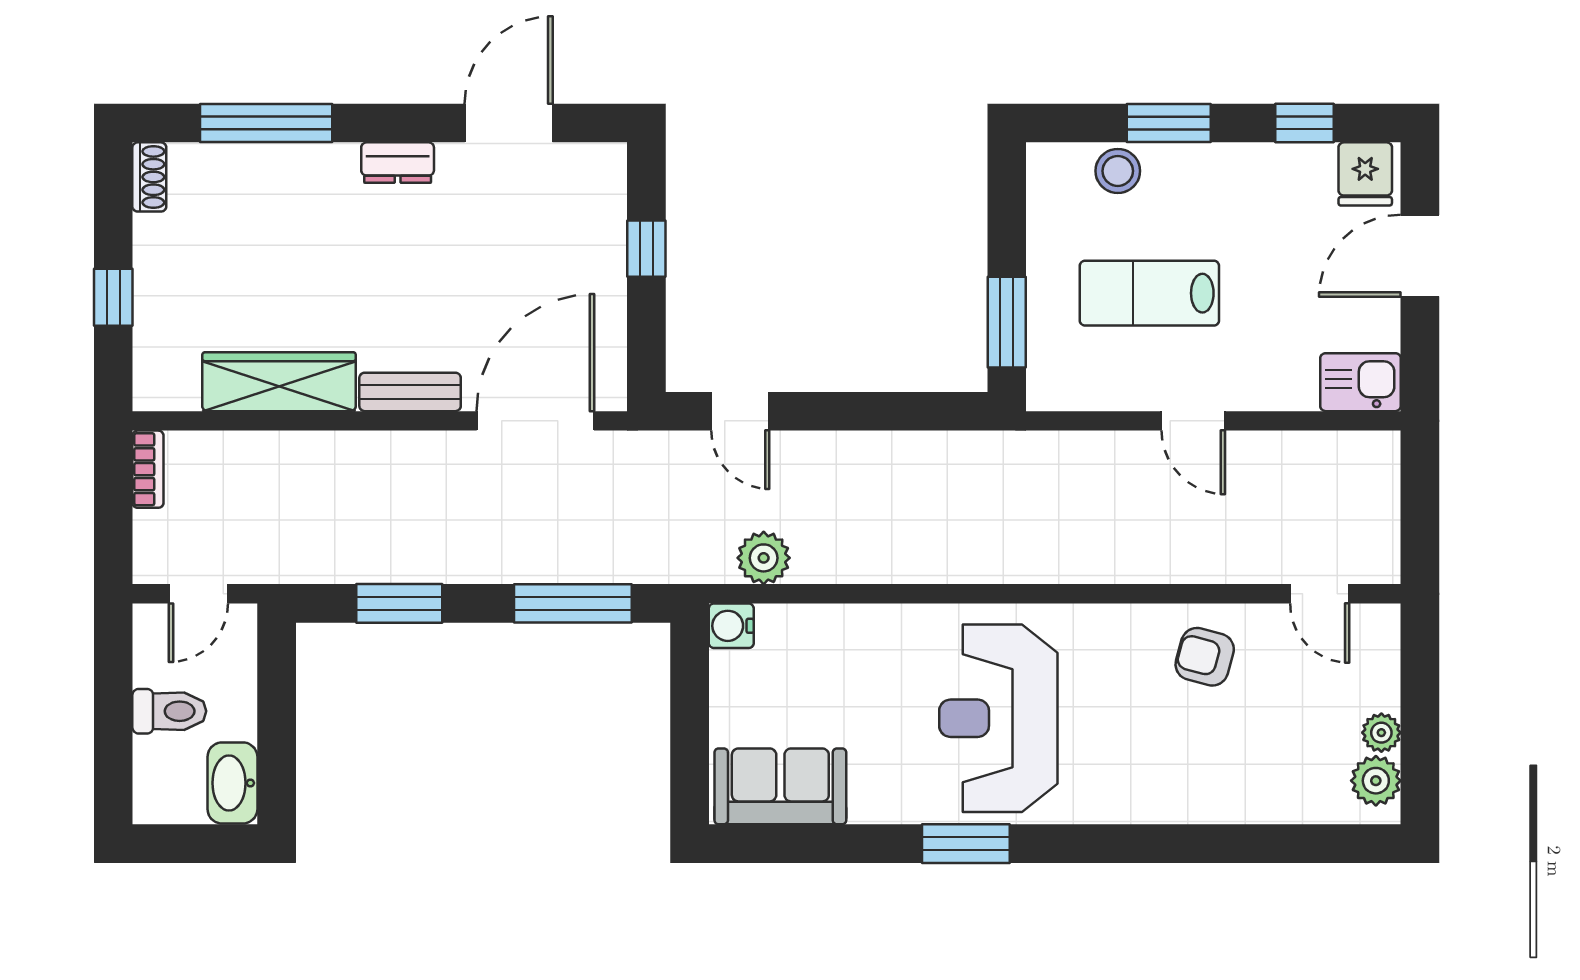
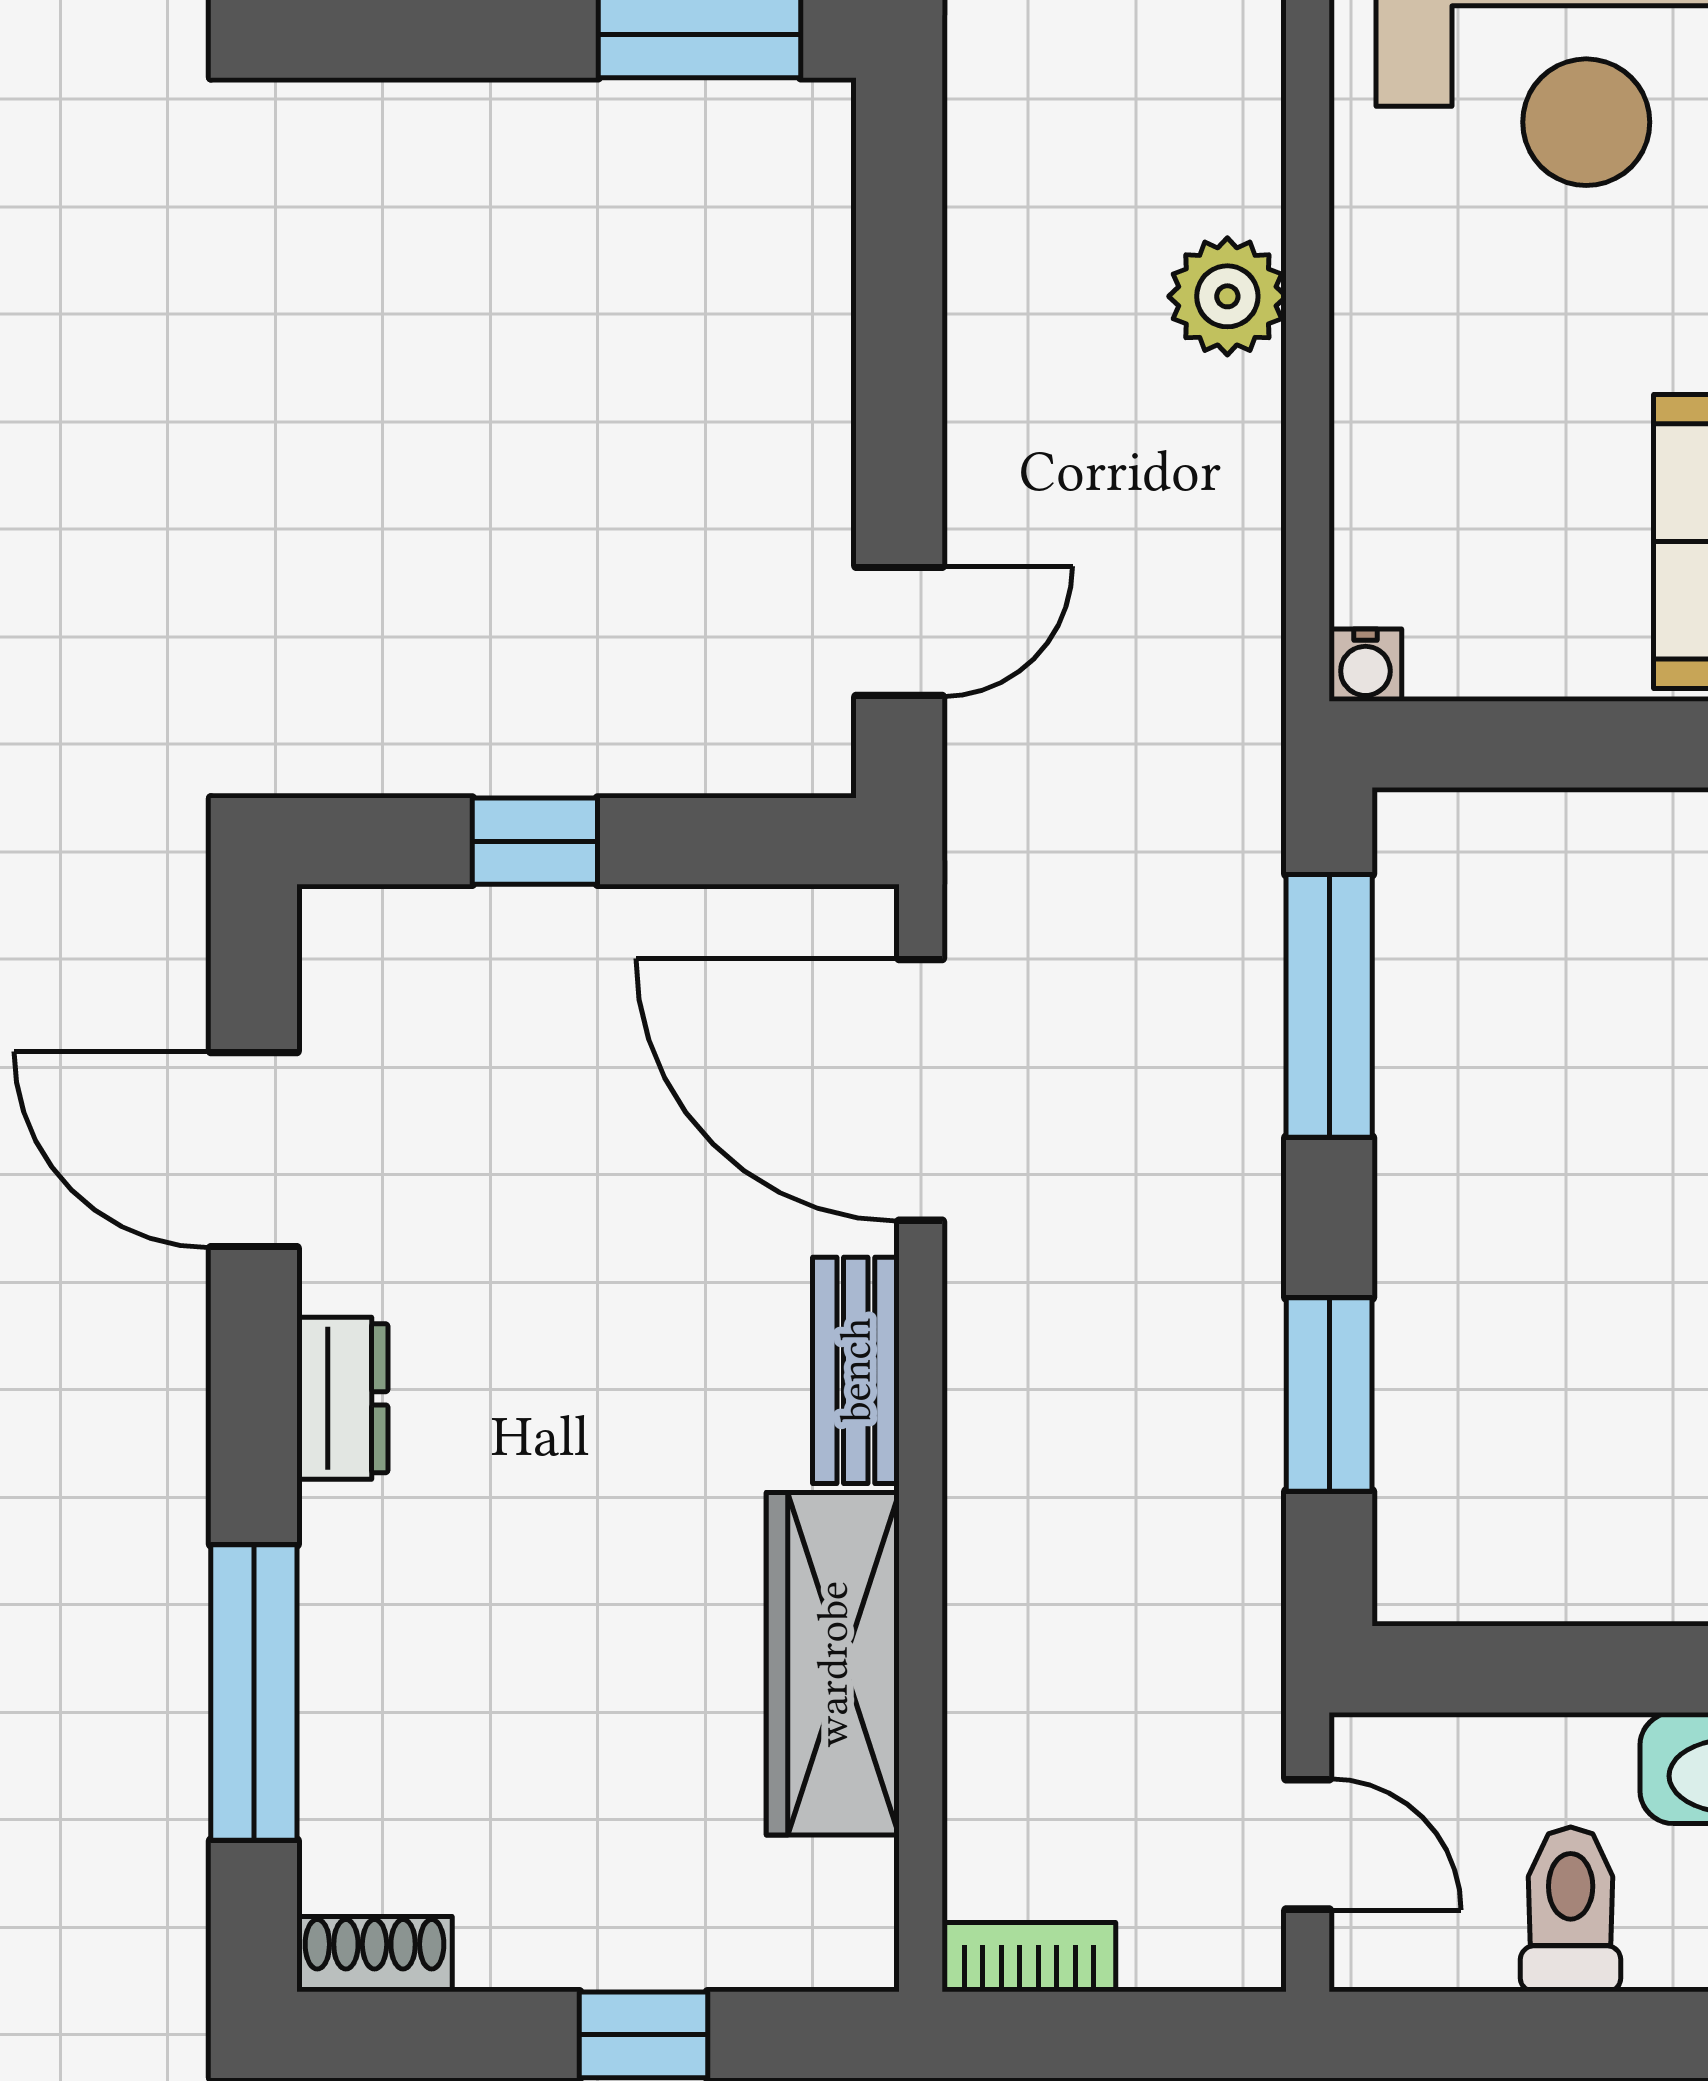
plant: (764, 558) -> (1227, 296), moved
water cooler: (731, 626) -> (1365, 665), width x0.72, depth x0.72

